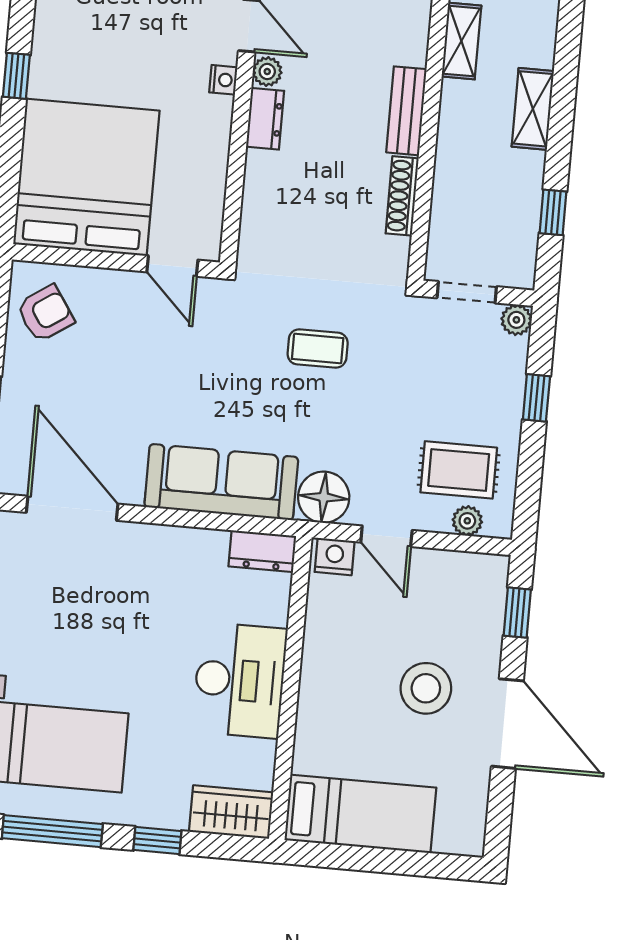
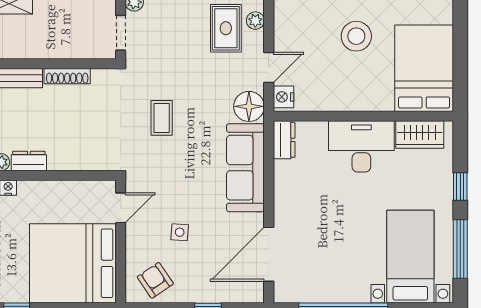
side table: (123, 362) -> (180, 232), added
wardrobe: (231, 812) -> (420, 134), moved, turned -90
bed: (360, 814) -> (424, 68), width x1.50

